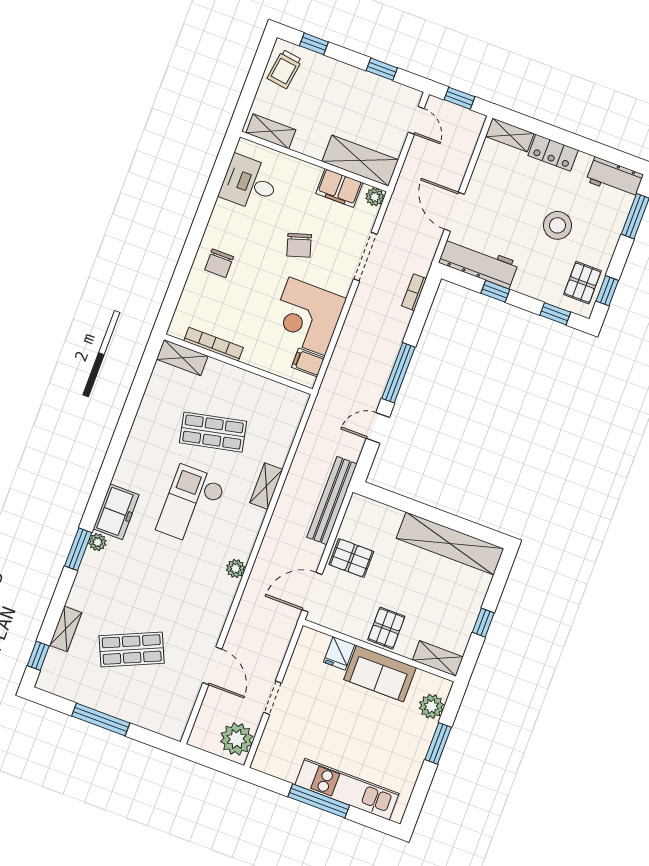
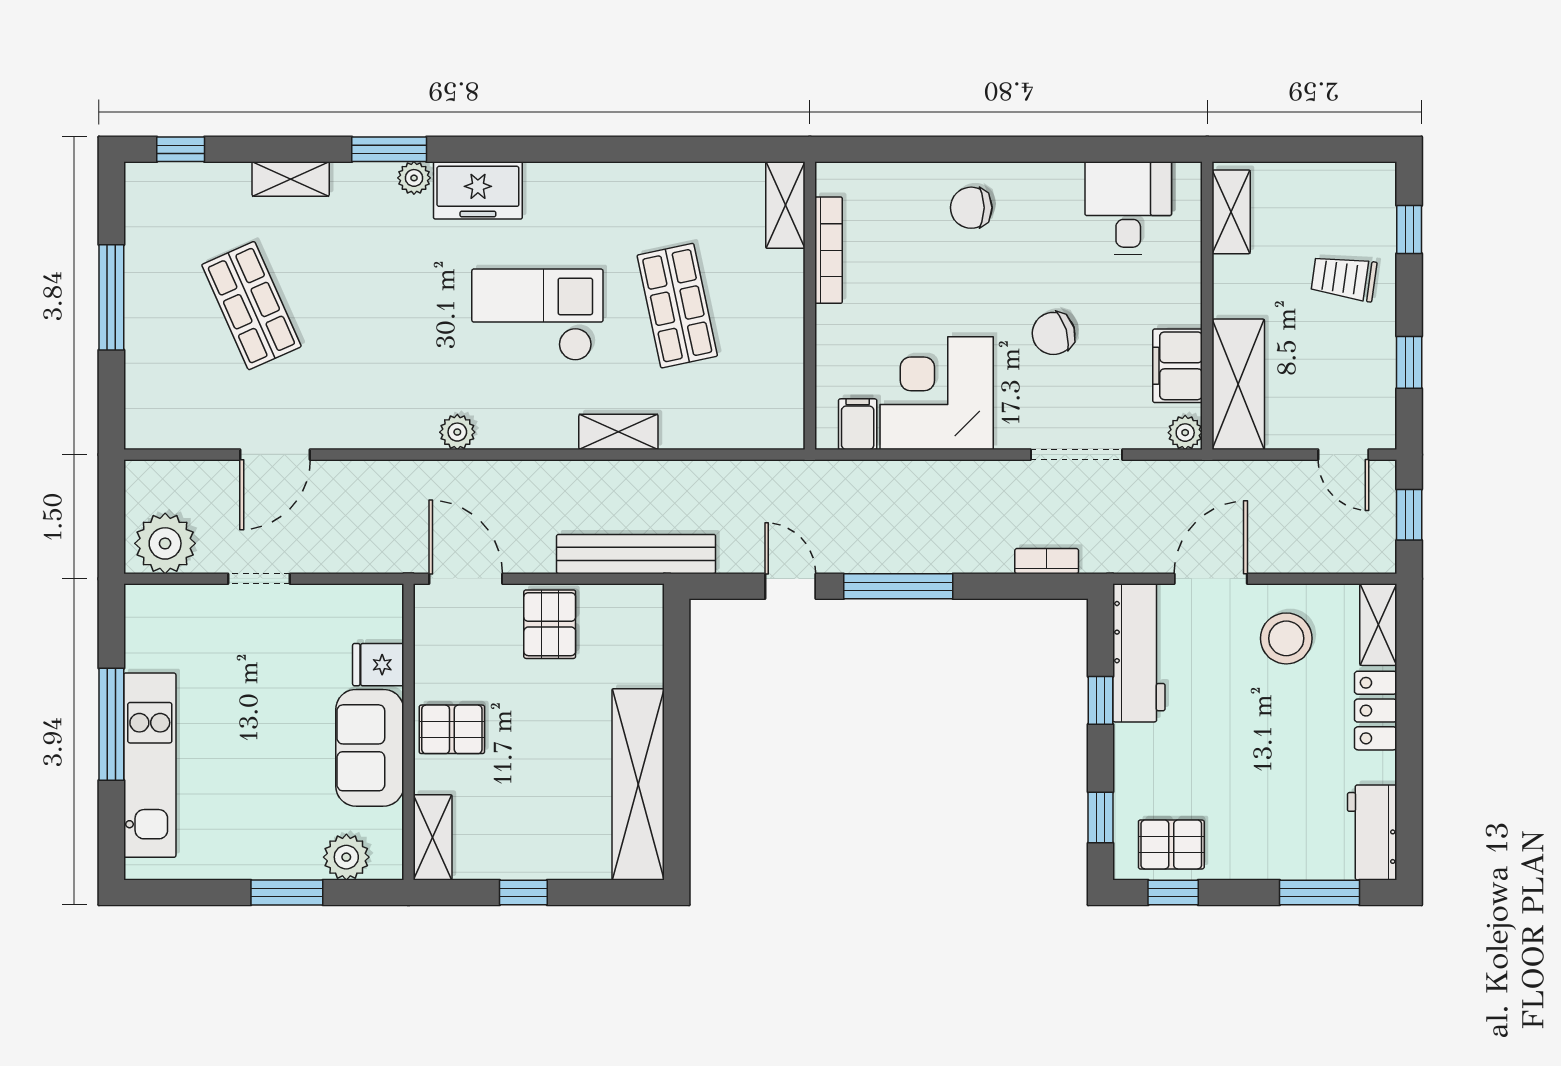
trolley: (285, 69) -> (1344, 278), moved
door: (416, 120) -> (1343, 455), hinge flipped
stool: (557, 225) -> (1286, 638), moved
shelving: (66, 629) -> (291, 179), moved

